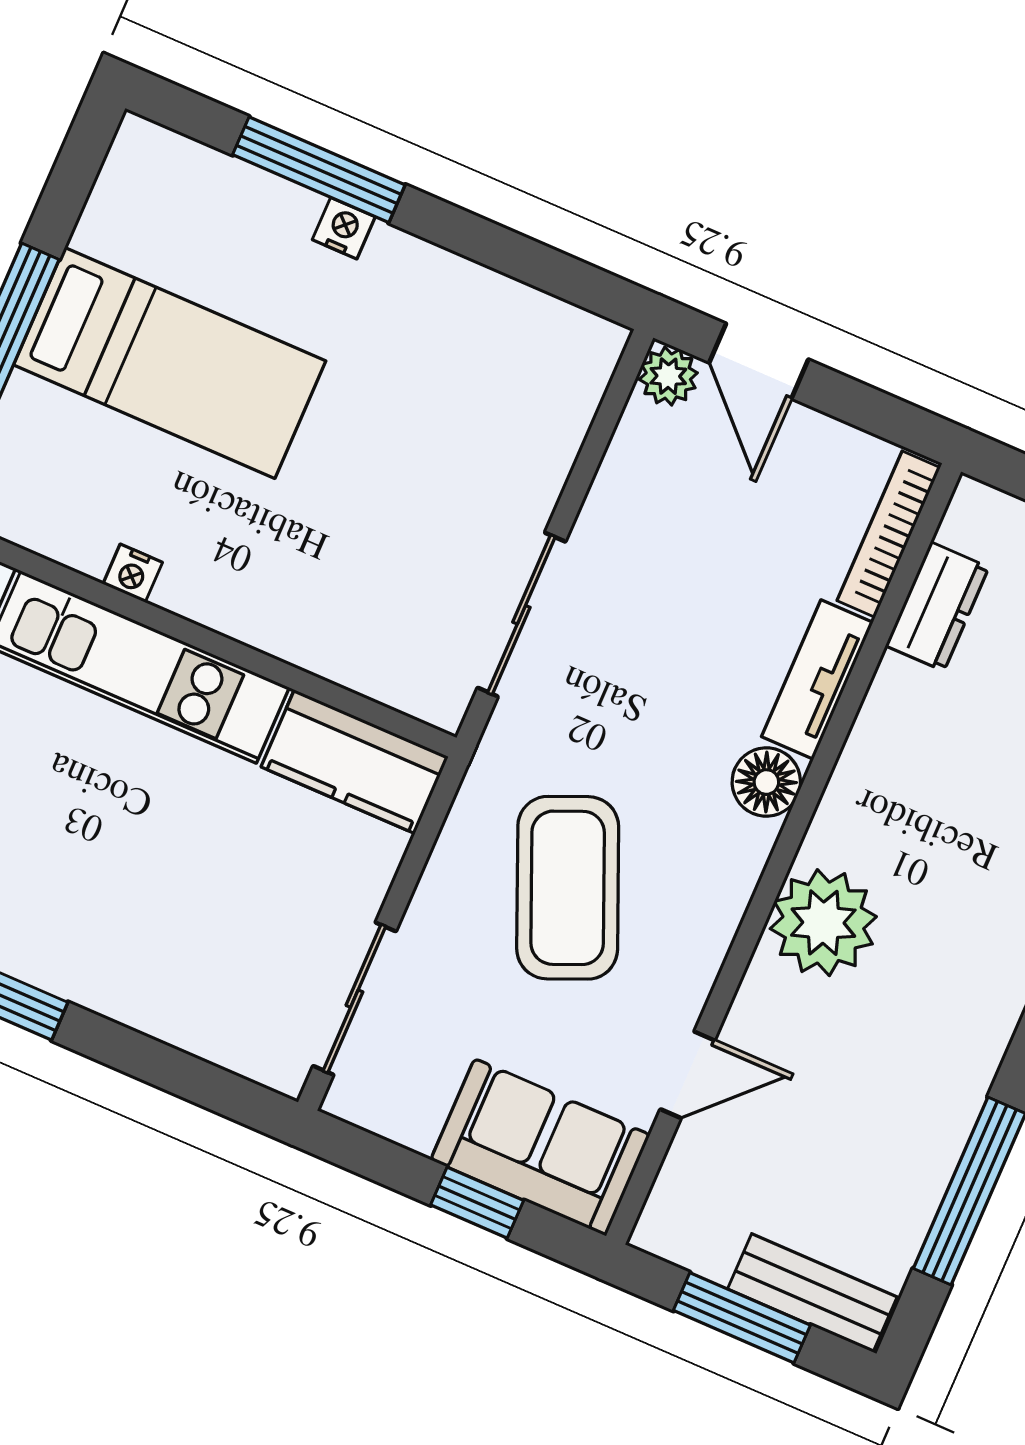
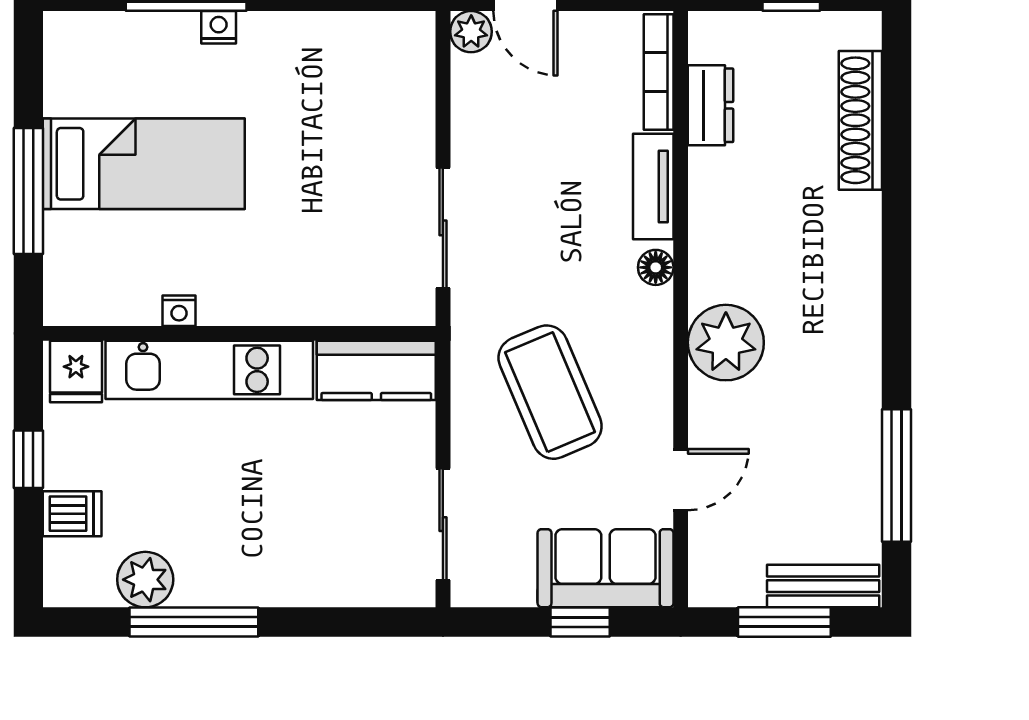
floor lamp: (766, 782) -> (656, 267), width x0.73, depth x0.73

